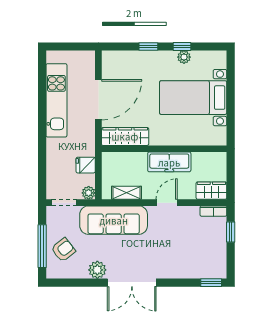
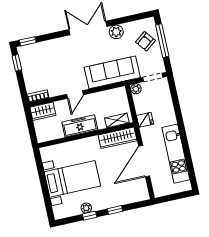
fridge: (86, 165) -> (145, 120), moved
shelving: (126, 193) -> (117, 120), moved
window: (231, 232) -> (17, 63), moved

